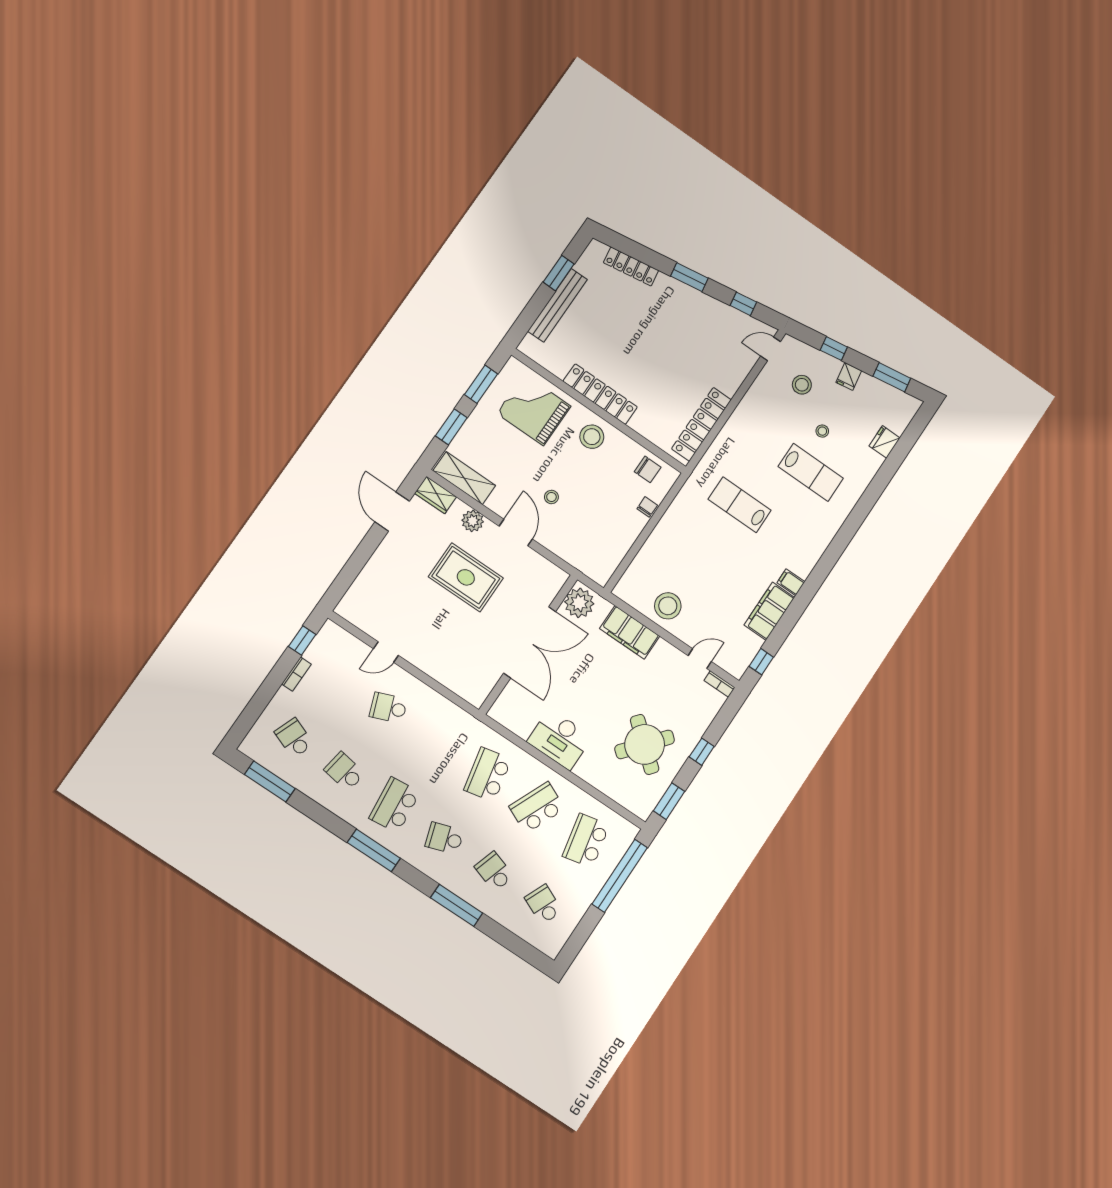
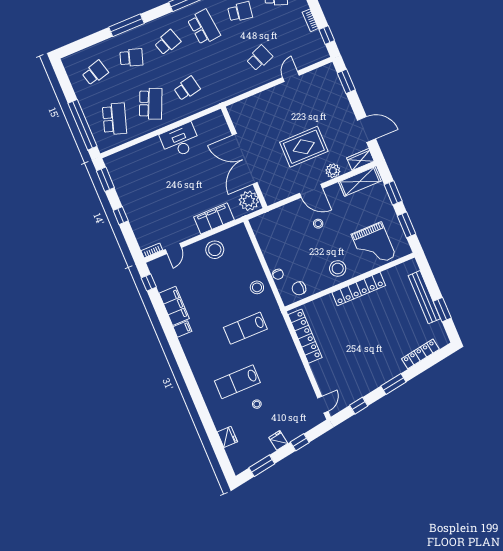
stool: (802, 385) -> (257, 287), moved
grand piano: (534, 410) -> (374, 245), turned 90
lab bench: (740, 505) -> (245, 328), turned 180
window: (346, 577) -> (346, 81), added
round table: (645, 744) -> (146, 186), removed
school desk: (488, 774) -> (187, 88), width x0.54
school desk: (586, 840) -> (114, 119), turned 30
school desk: (543, 904) -> (95, 73), turned -39

